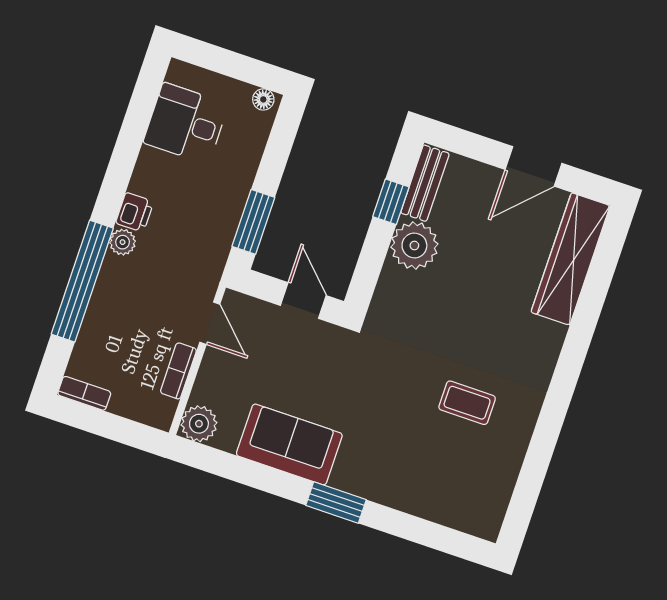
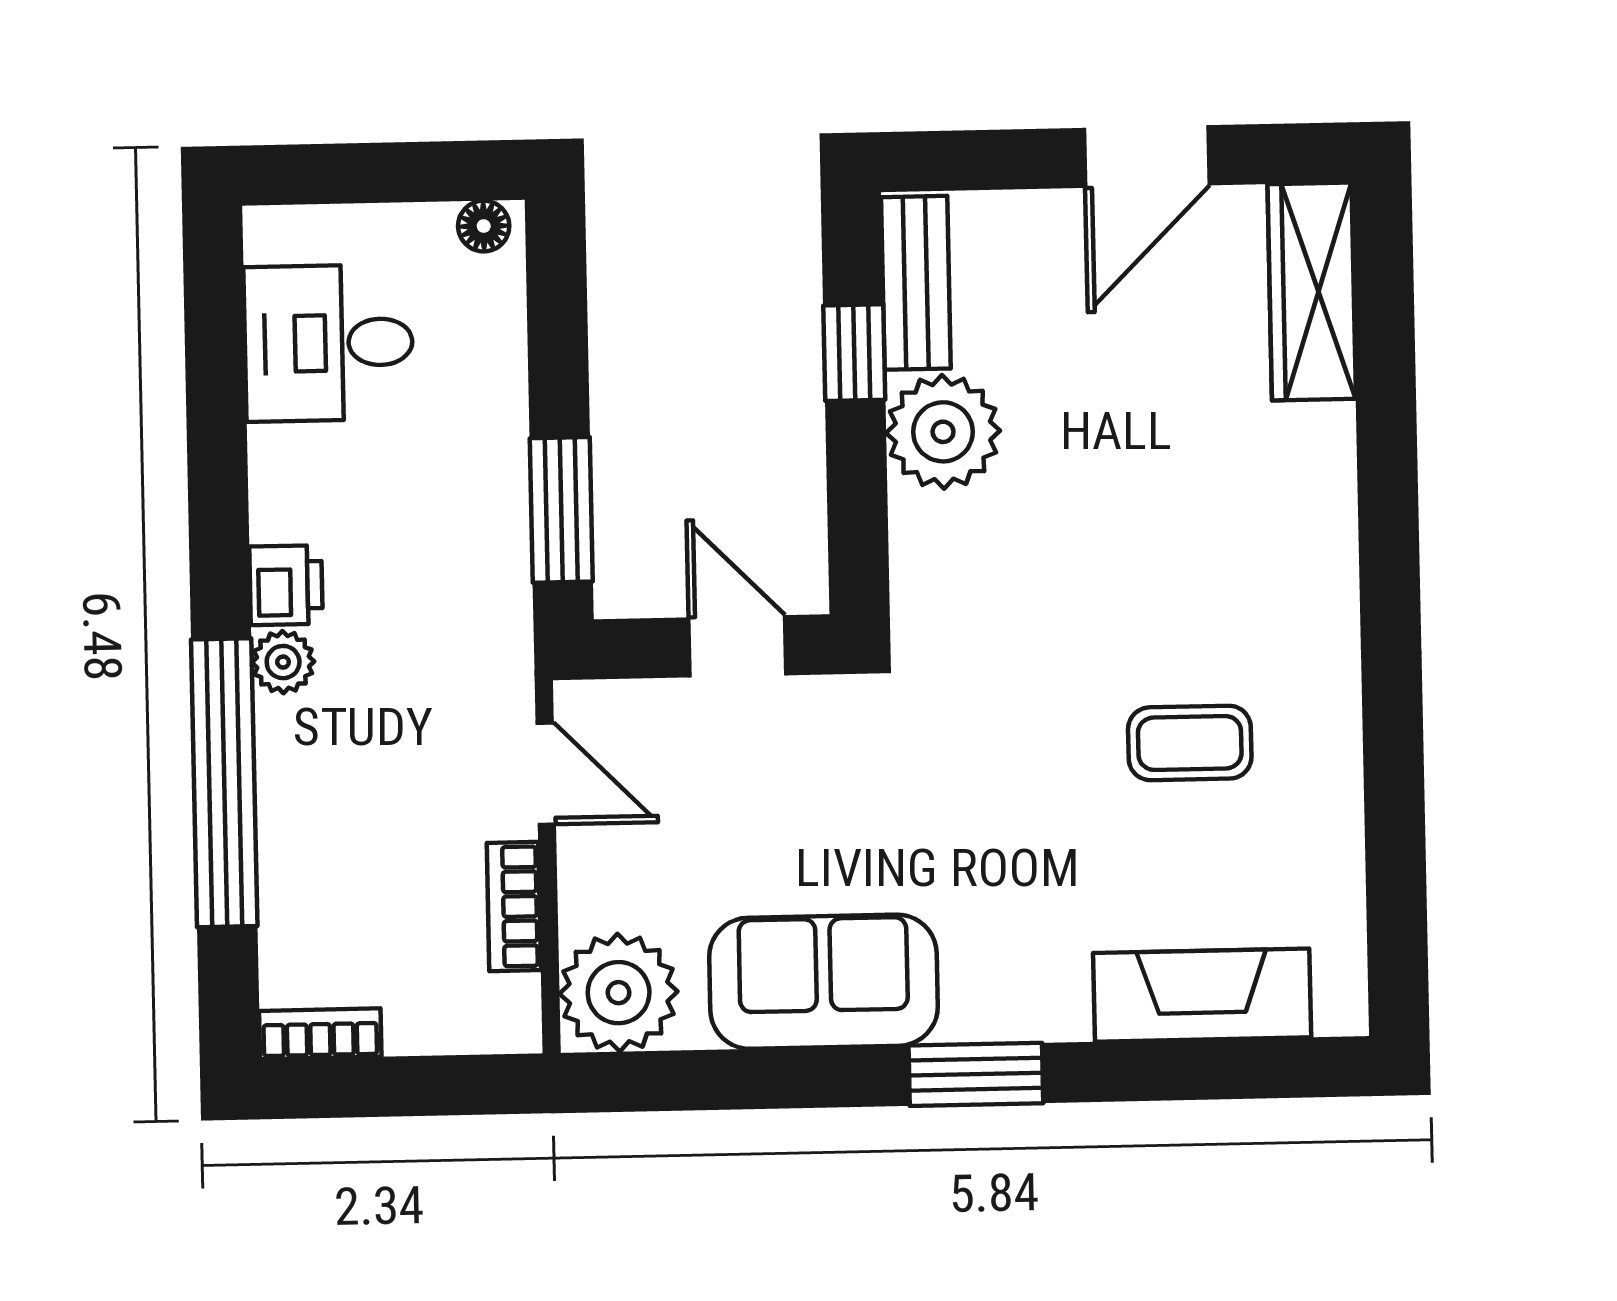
wardrobe: (571, 259) -> (1312, 291), width x0.71, depth x0.85
plant: (199, 424) -> (619, 993), width x1.36, depth x1.36
fireplace: (436, 504) -> (1202, 995), added

